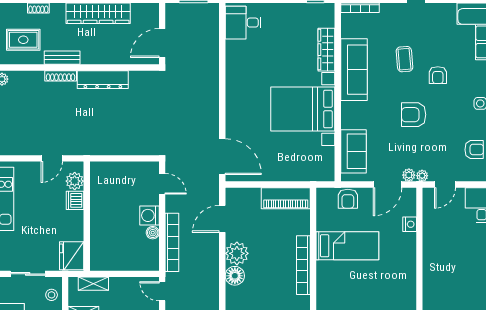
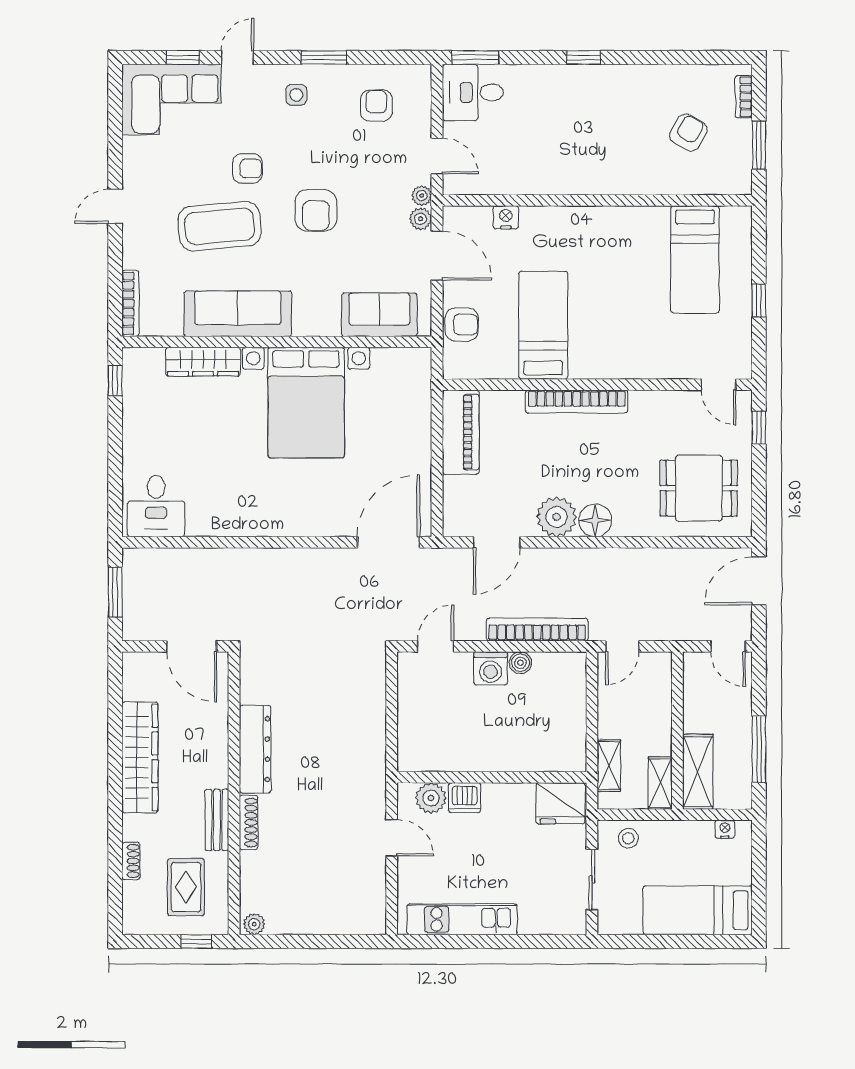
coffee table: (404, 59) -> (220, 226), width x1.86, depth x1.72
door: (222, 219) -> (497, 542), hinge flipped

